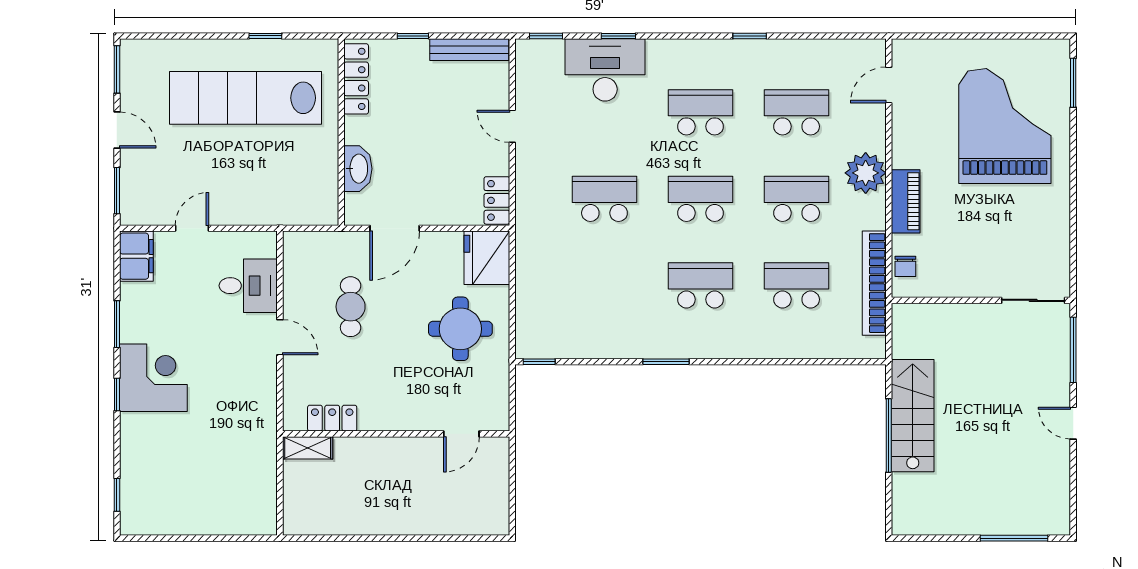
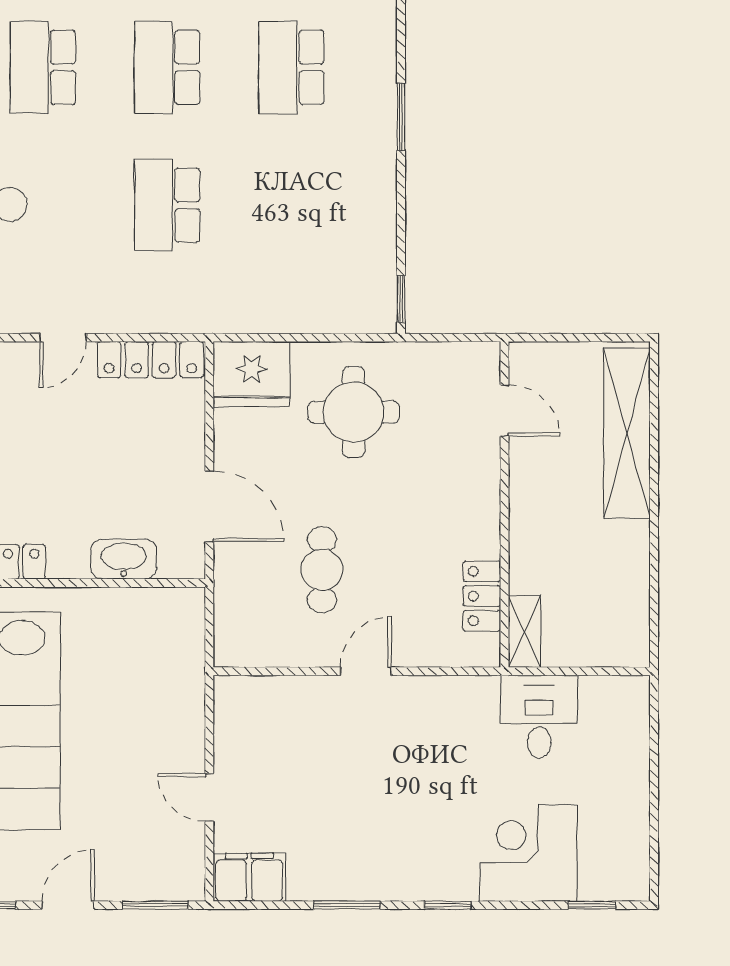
locker: (497, 200) -> (150, 360), width x1.53
desk: (248, 286) -> (539, 717), moved
cafe table: (351, 307) -> (322, 570), turned 90
corner desk: (153, 378) -> (528, 853), moved
shelving: (446, 519) -> (627, 433), added

